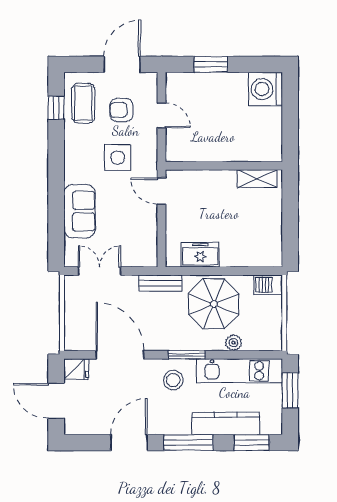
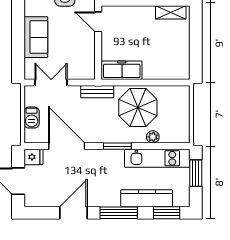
freezer: (200, 255) -> (122, 70), width x1.40
barbecue: (268, 285) -> (32, 118), moved, turned -90
stool: (173, 380) -> (107, 165), removed

